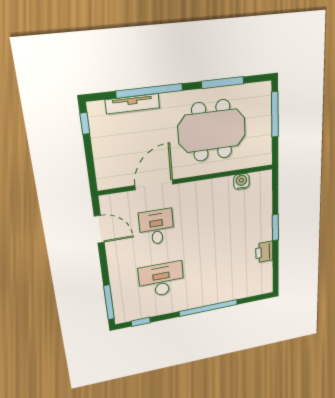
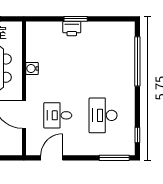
water cooler: (241, 182) -> (32, 68), moved
printer: (264, 252) -> (72, 29), moved
window: (208, 308) -> (137, 61), moved

